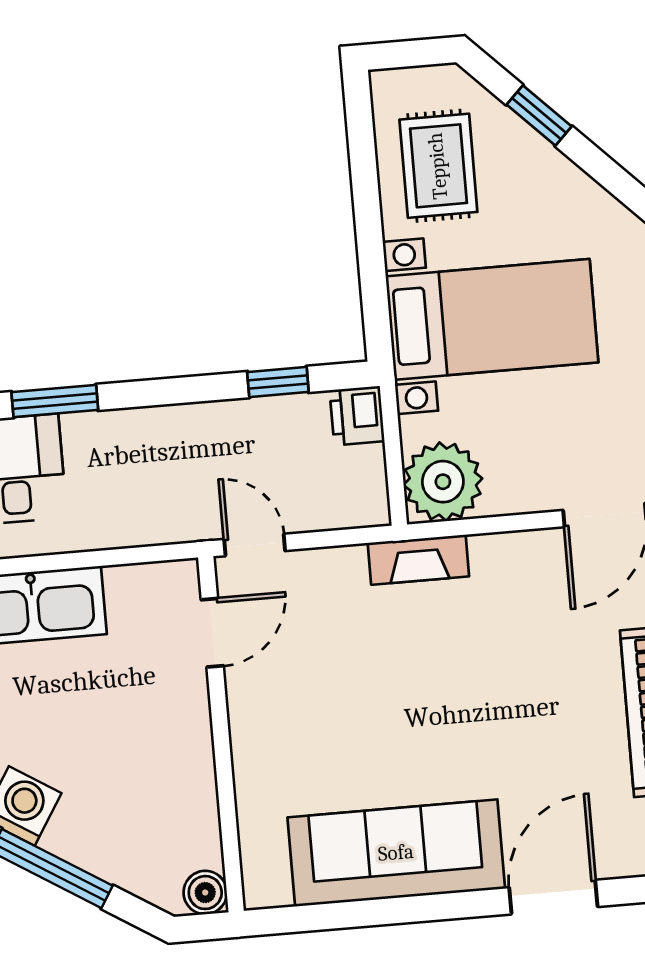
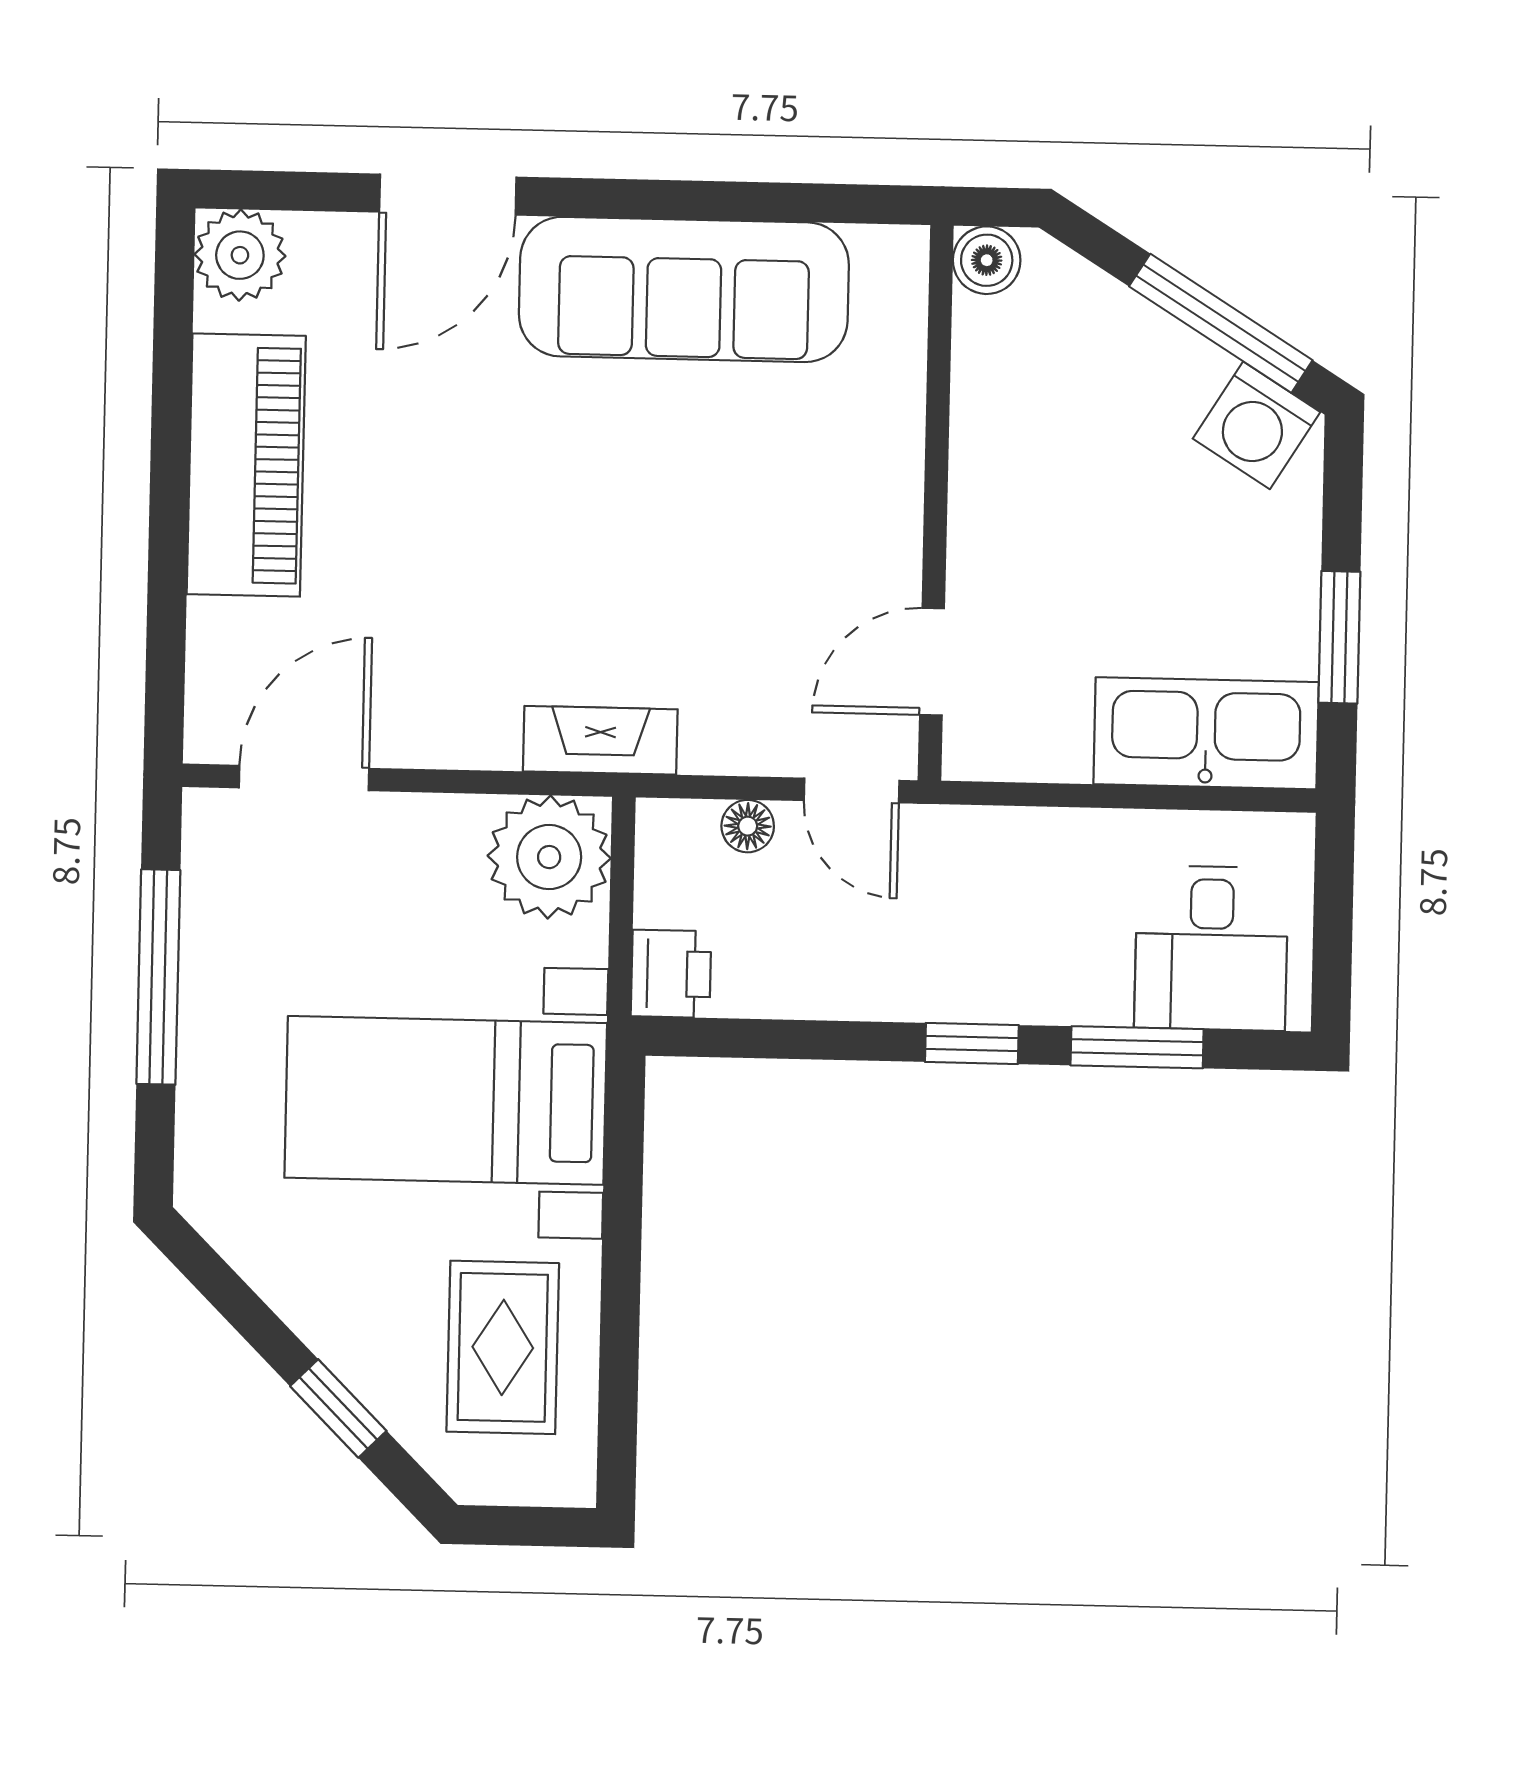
window: (278, 382) -> (972, 1044), moved
floor lamp: (318, 515) -> (748, 826), added

